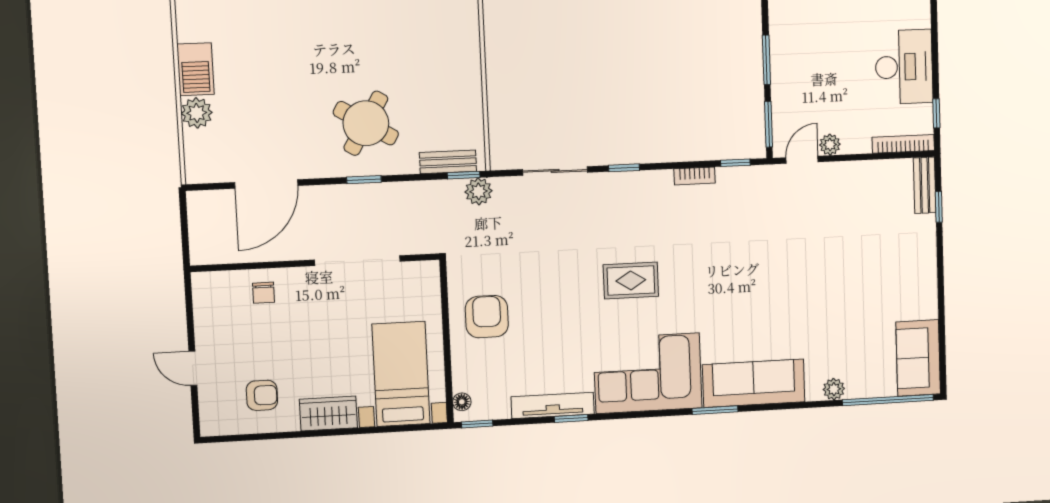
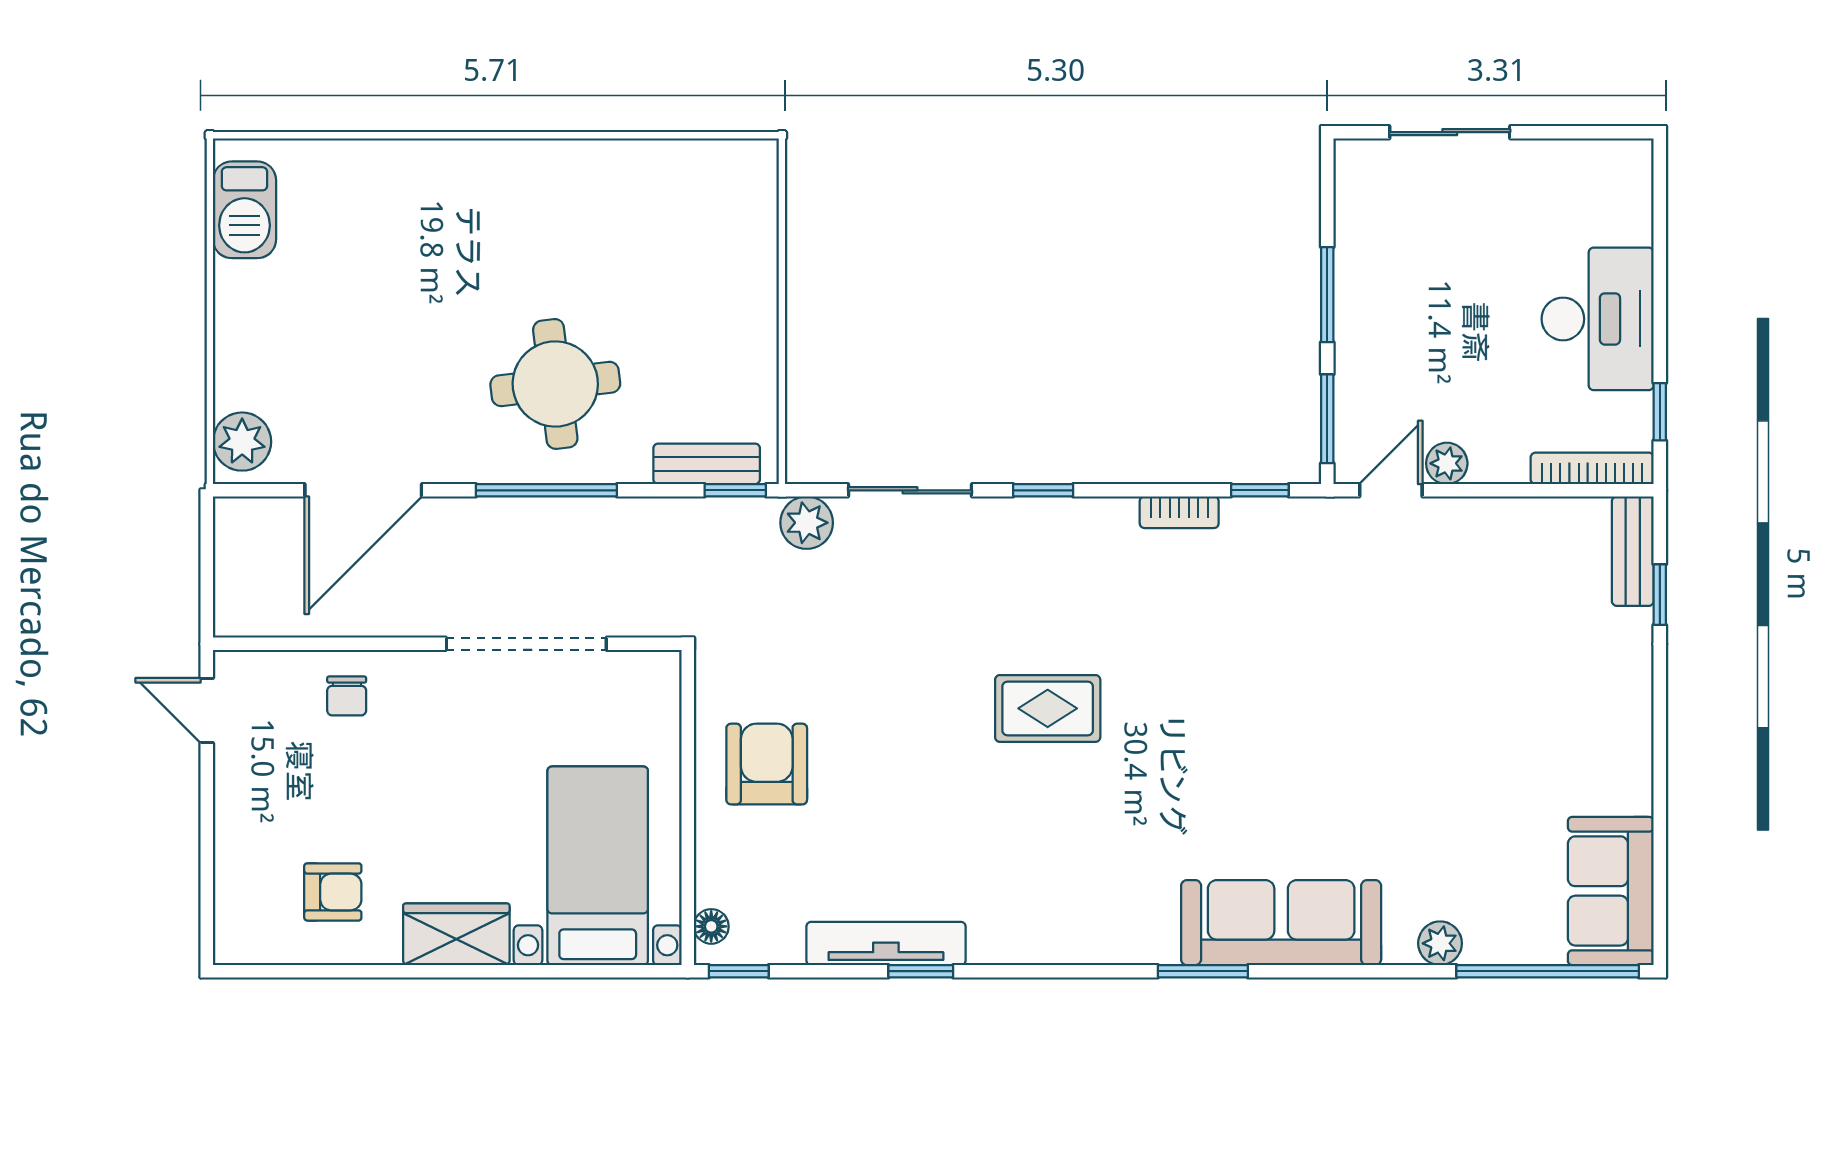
barbecue: (195, 69) -> (244, 210), moved
plant: (197, 113) -> (242, 442), moved
round table: (366, 123) -> (555, 384), turned -38
window: (364, 180) -> (546, 490), width x2.17
plant: (479, 191) -> (807, 523), moved
door: (193, 368) -> (207, 711), moved
corner sofa: (648, 373) -> (1073, 891), removed

